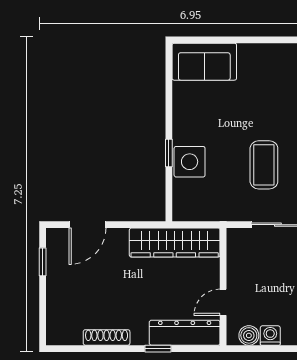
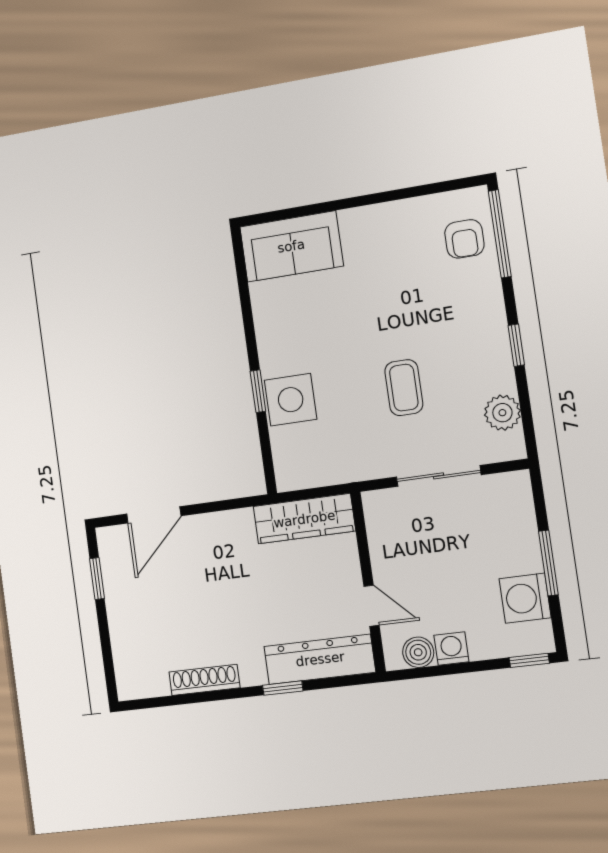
coffee table: (264, 165) -> (404, 388), width x0.73, depth x0.77
wardrobe: (175, 243) -> (304, 519), width x0.71, depth x0.85
door: (223, 302) -> (371, 606), swing flipped

